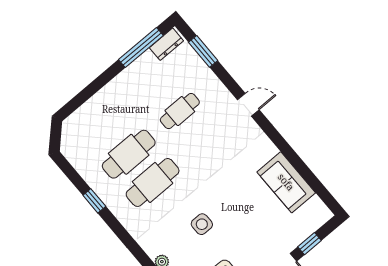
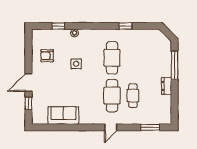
dresser: (166, 44) -> (167, 86), moved
window: (141, 48) -> (174, 65), moved
cafe table: (129, 154) -> (112, 96), moved

